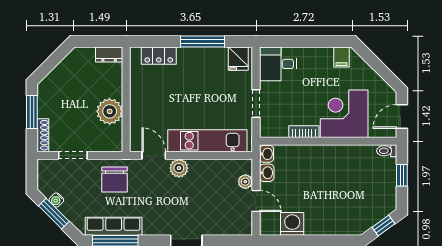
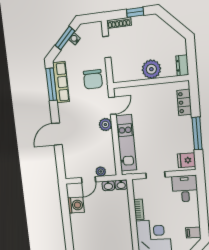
plant: (110, 111) -> (151, 69), moved
window: (32, 112) -> (135, 12), width x0.67
chair: (114, 180) -> (93, 79), turned -90

